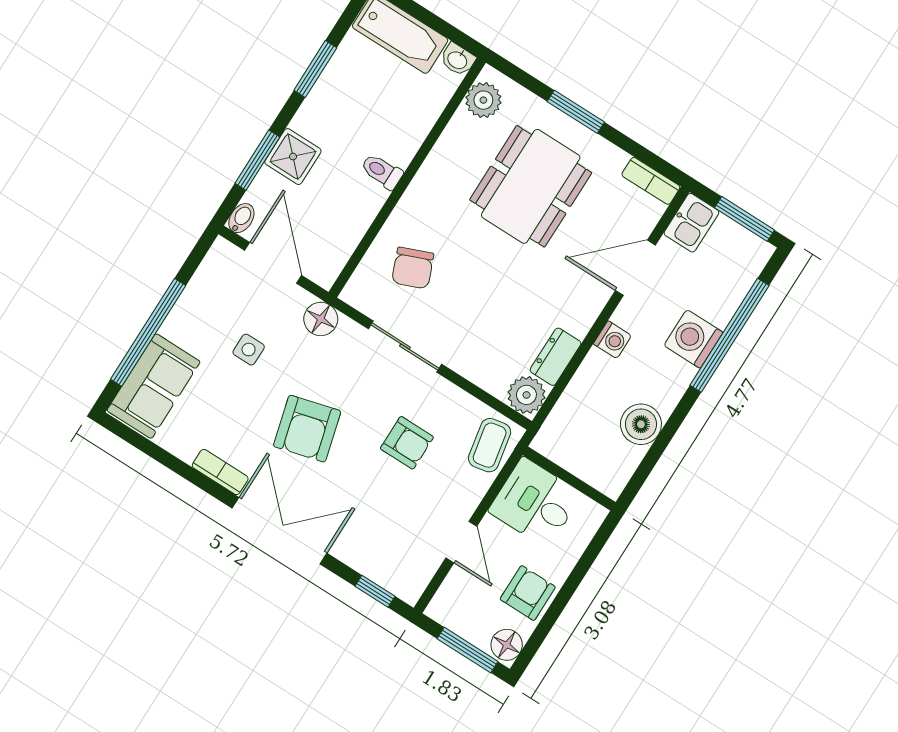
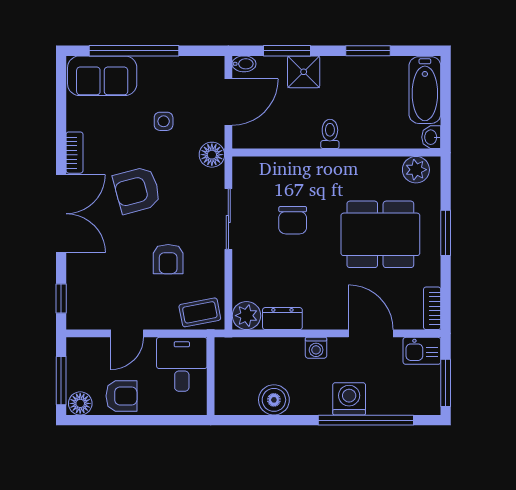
chair: (413, 268) -> (293, 220), moved, turned -68

